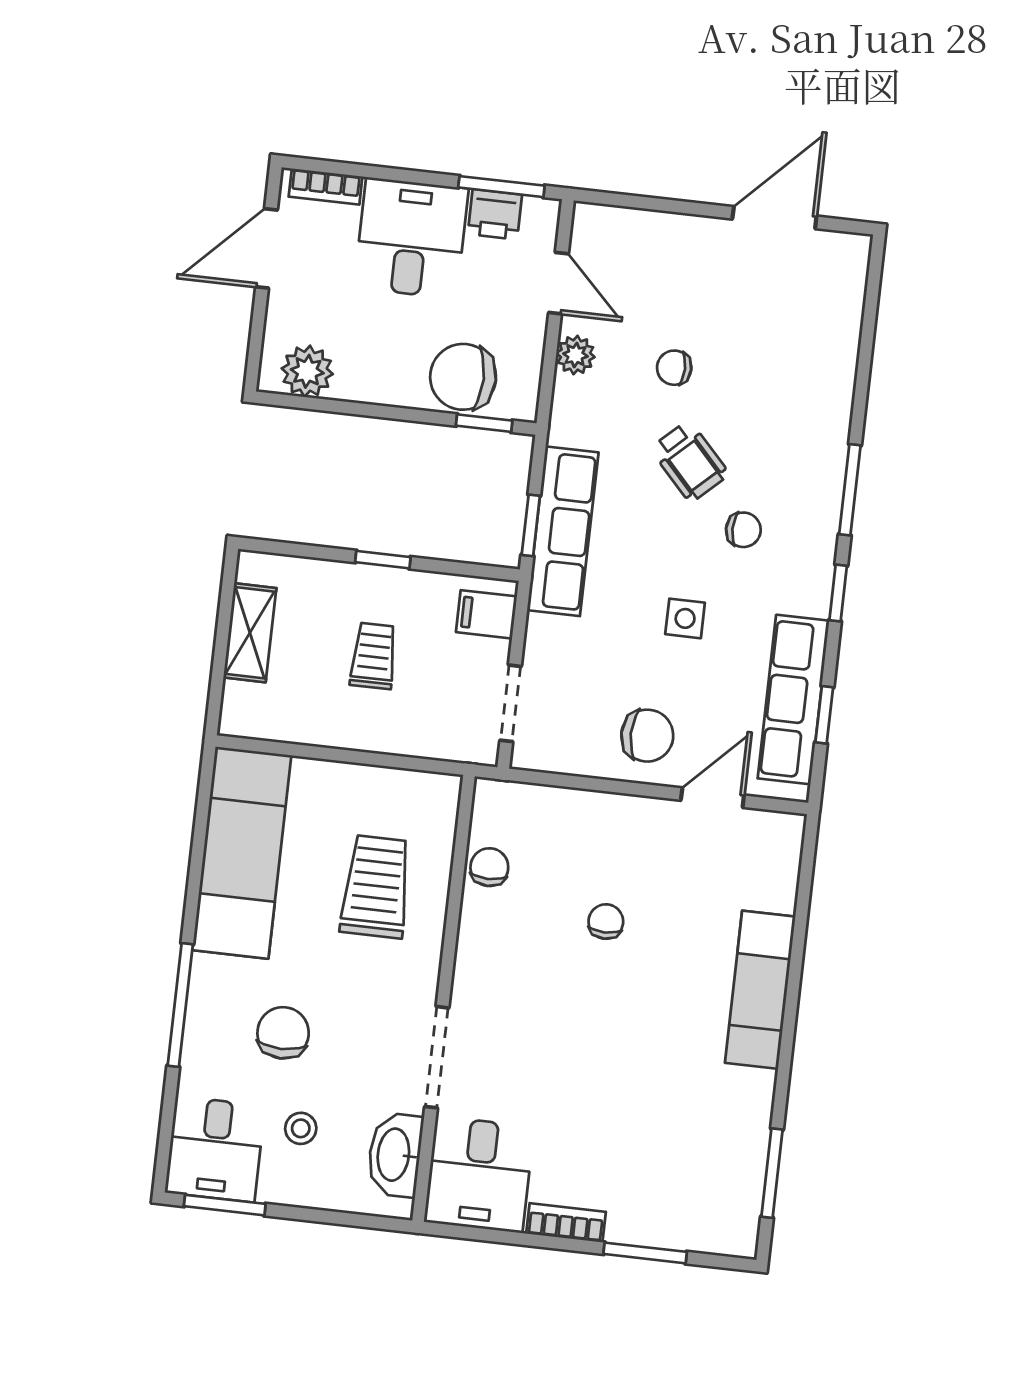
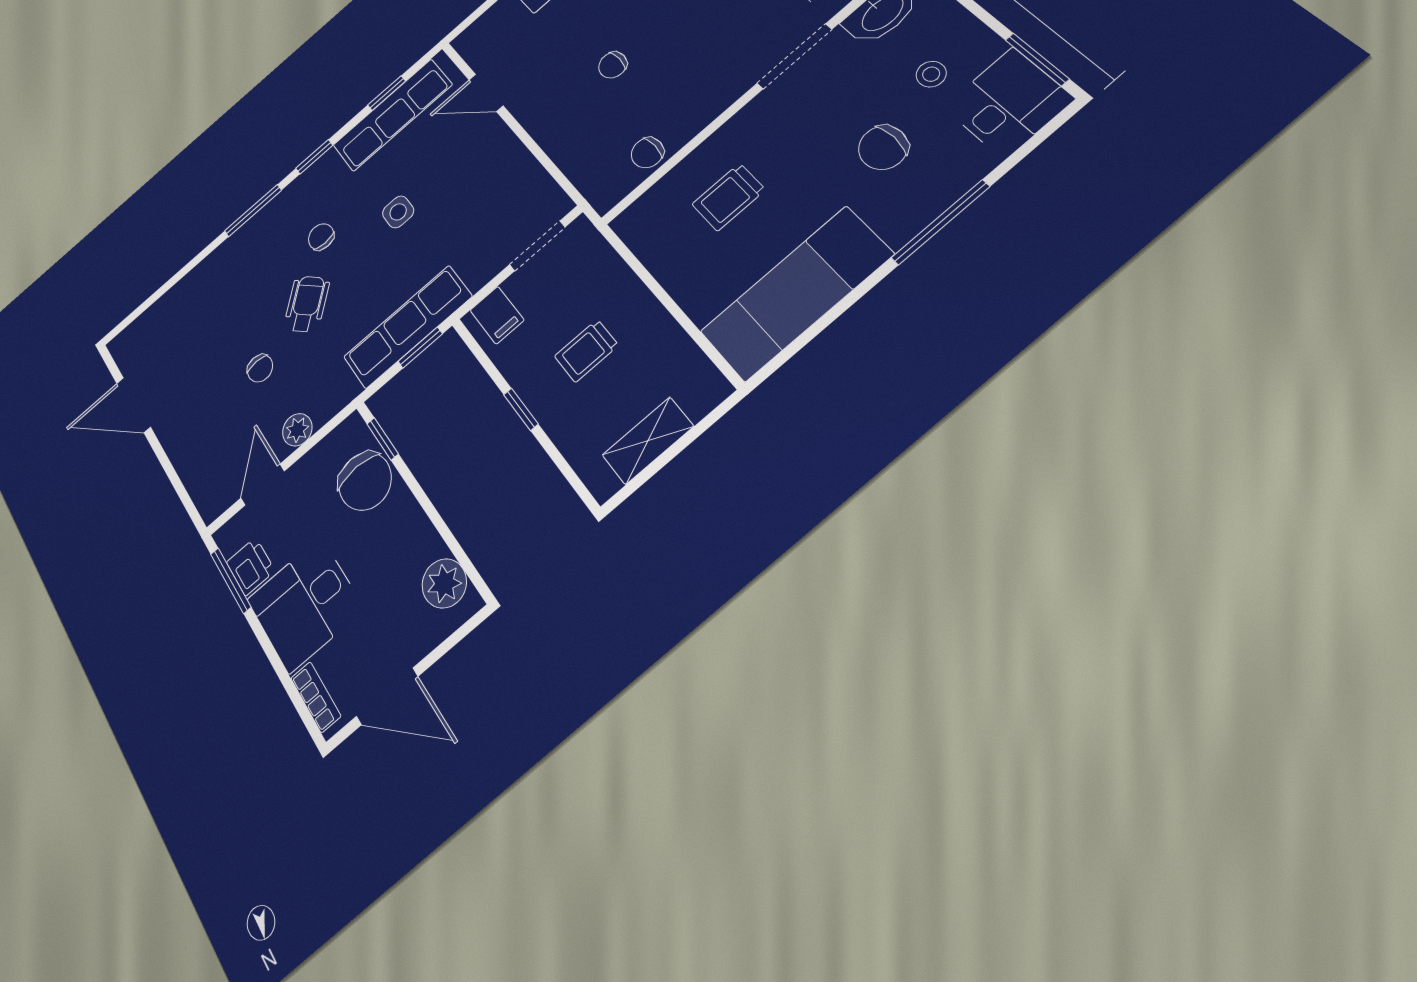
chair: (647, 736) -> (484, 159), removed
trolley: (376, 887) -> (729, 197), width x0.73, depth x0.72

